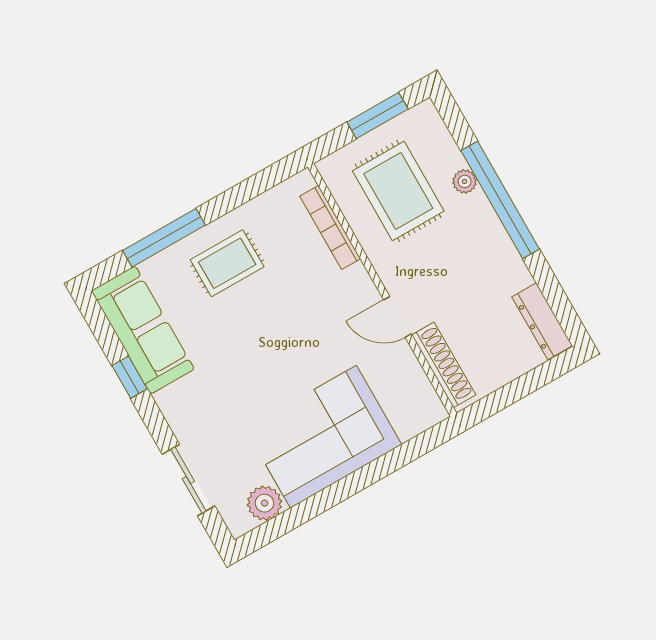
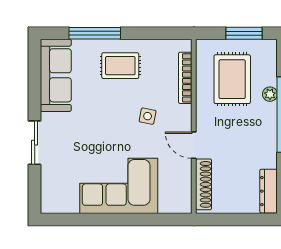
side table: (308, 313) -> (148, 116), added
window: (130, 377) -> (35, 96), removed
sliding door: (188, 480) -> (35, 143), moved
plant: (265, 503) -> (68, 203), removed

